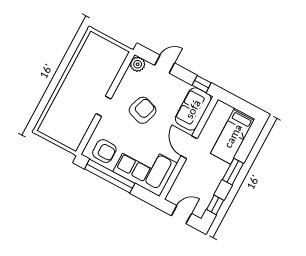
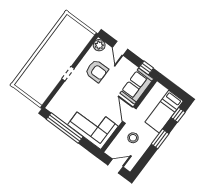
door: (165, 64) -> (120, 48), swing flipped
armchair: (143, 110) -> (97, 71), moved, turned 72
armchair: (104, 151) -> (64, 108), removed
stool: (198, 175) -> (133, 138), added
window: (215, 205) -> (178, 115), moved

